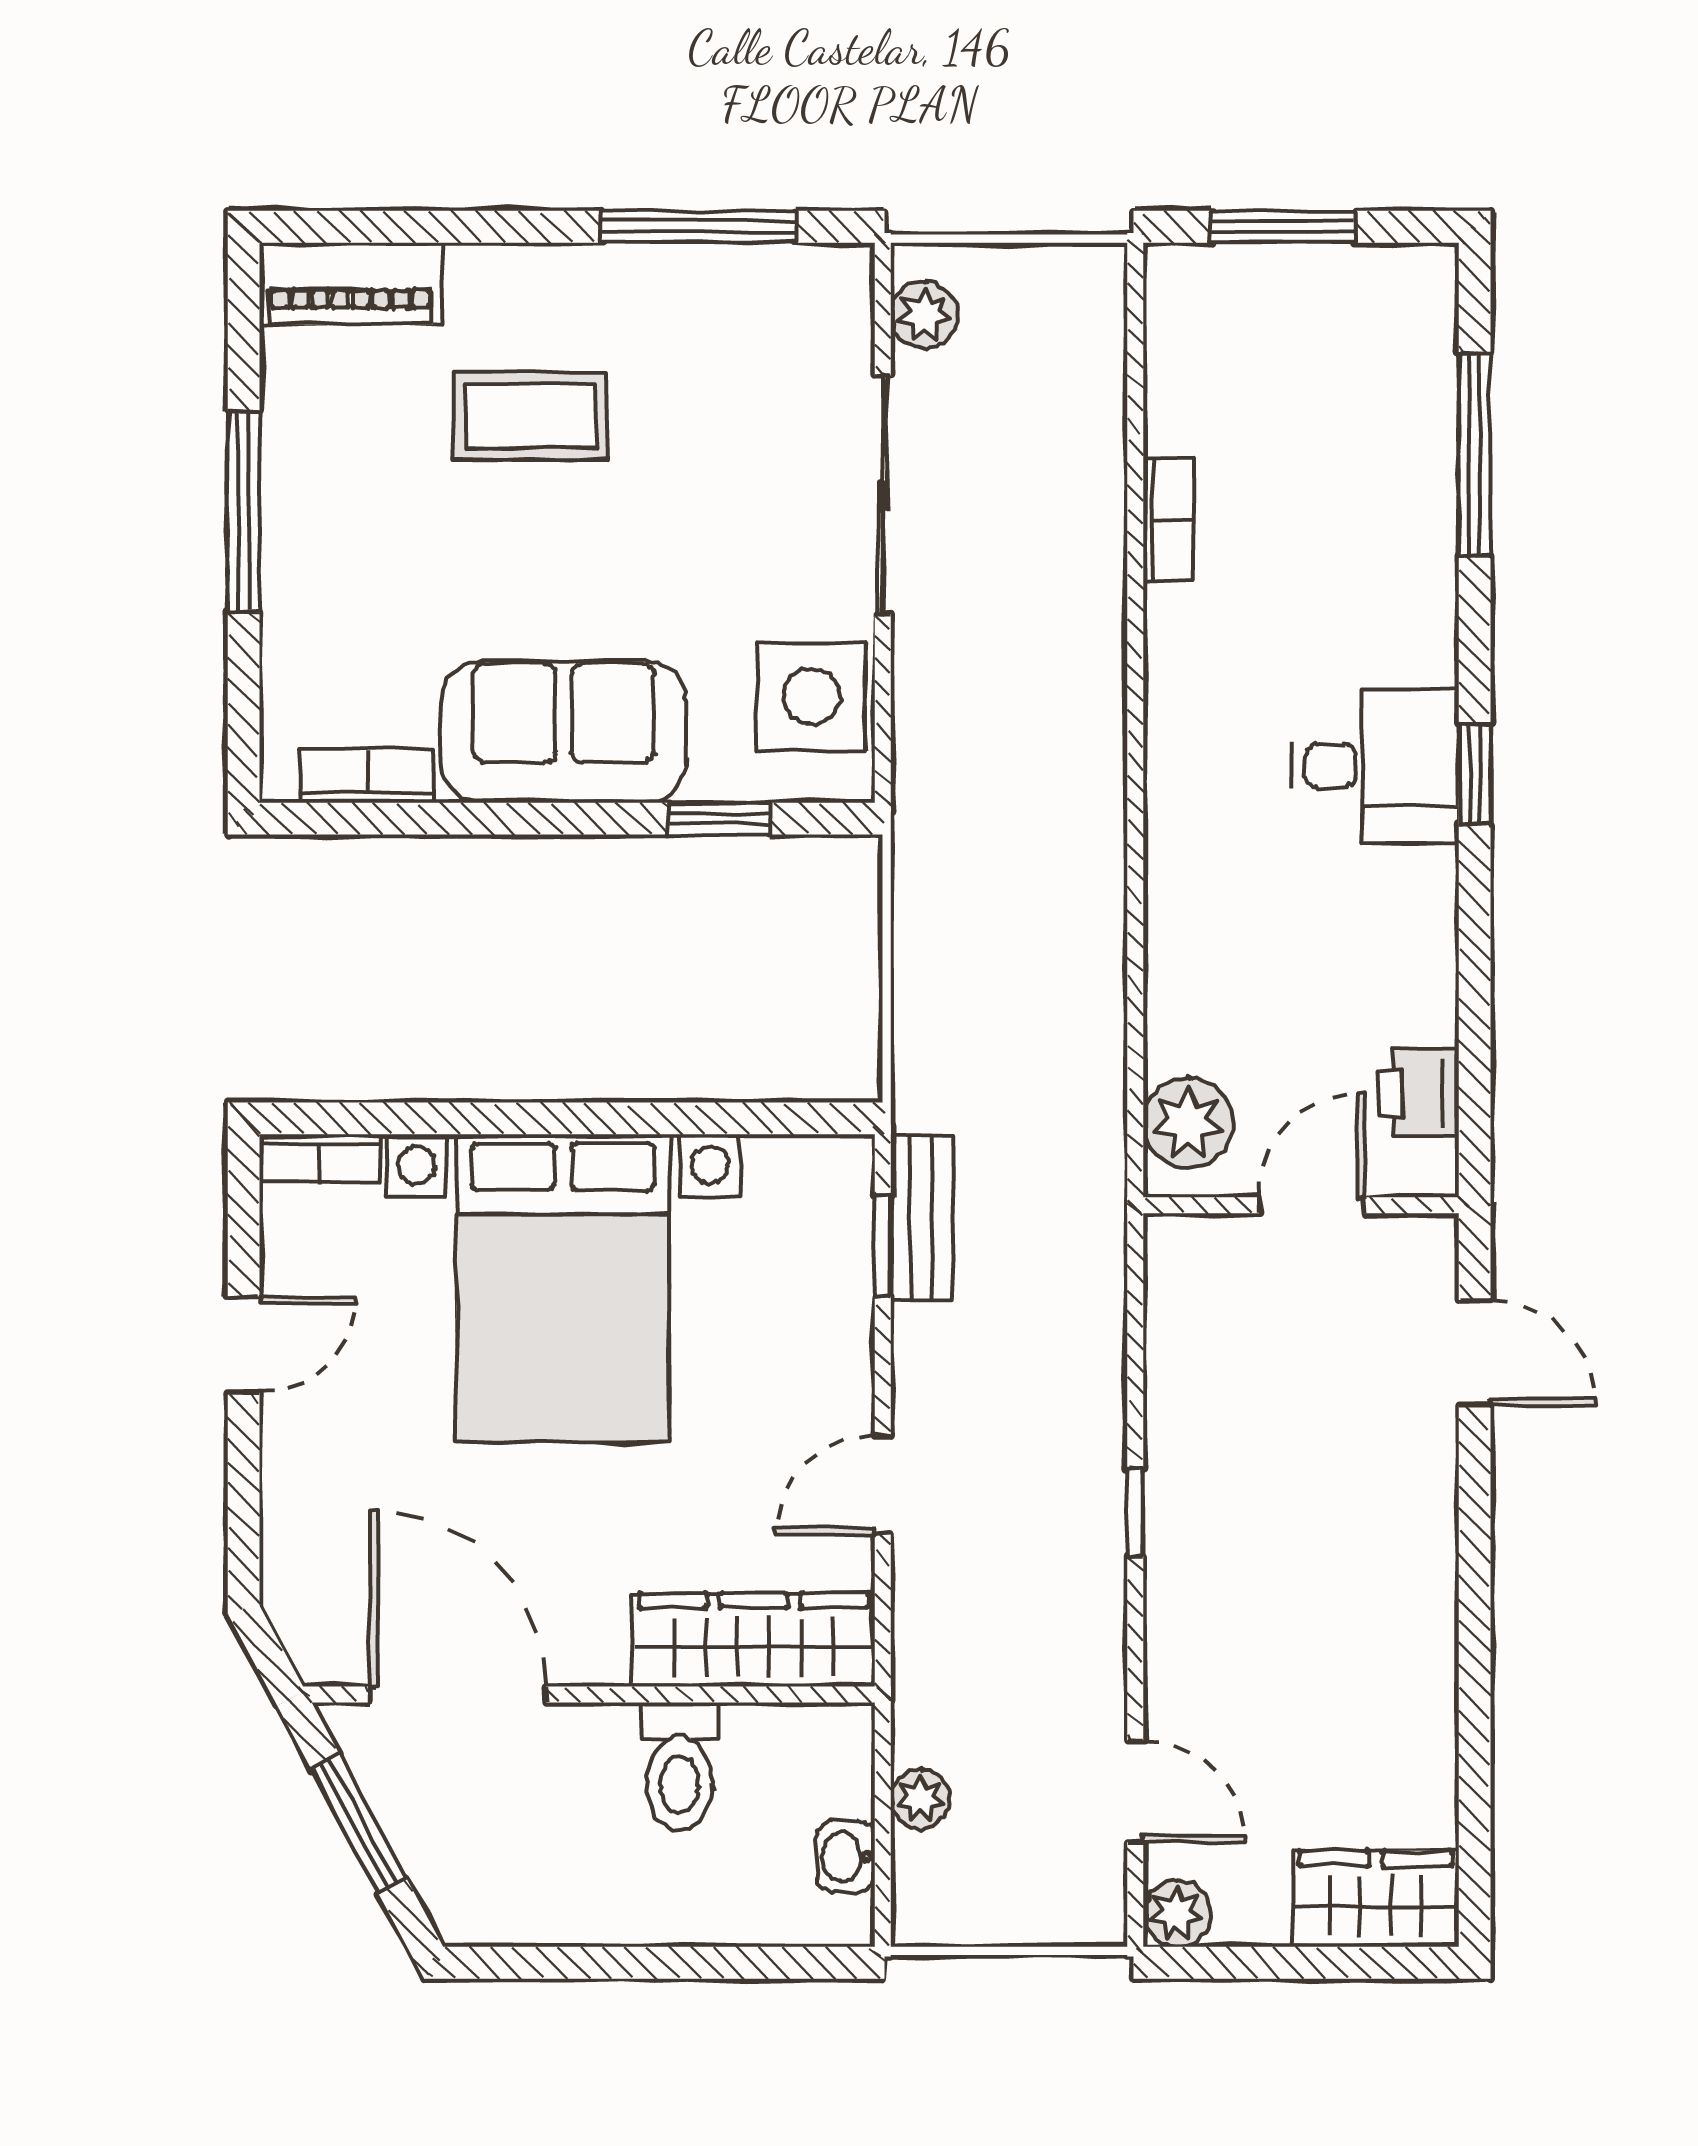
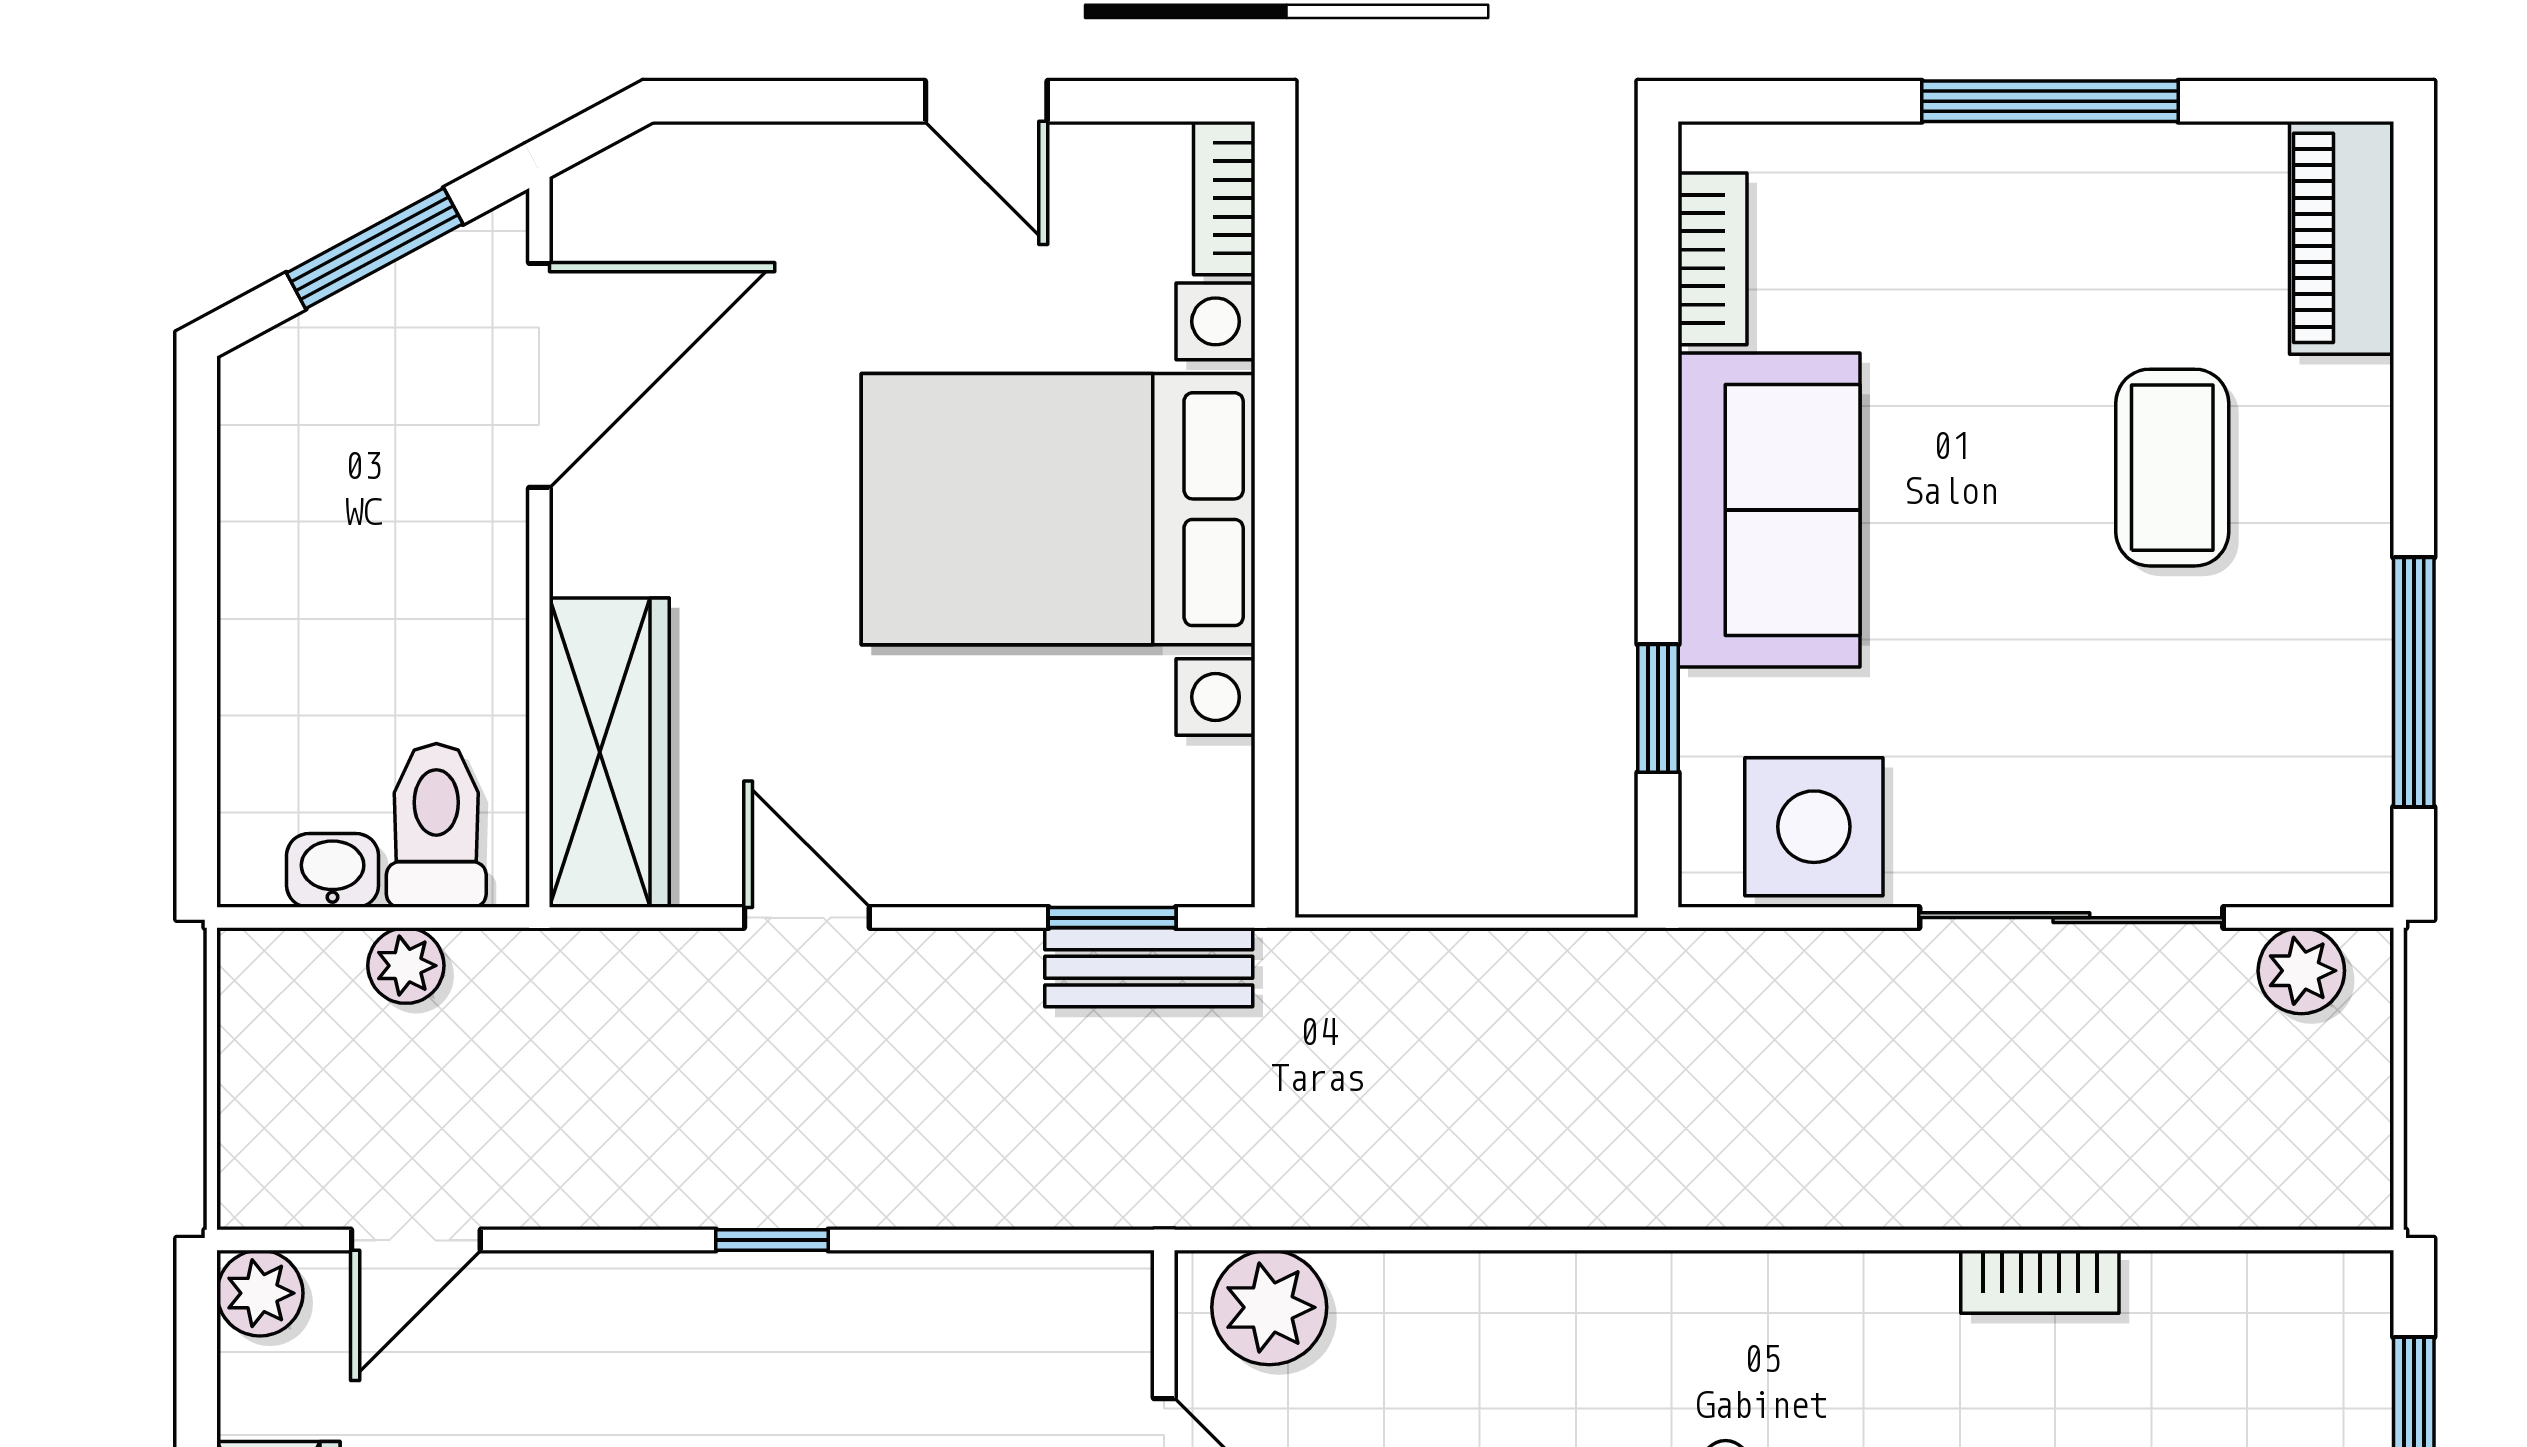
toilet: (679, 1767) -> (436, 825), moved, turned 90

